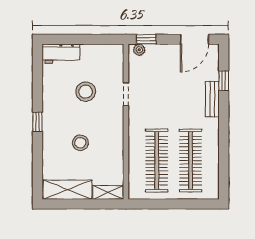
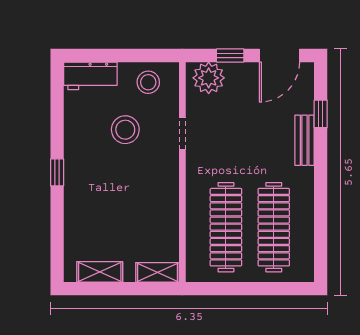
window: (146, 39) -> (230, 56), moved
plant: (139, 50) -> (209, 78), width x1.87, depth x1.87
stool: (80, 143) -> (148, 82), moved
shelving: (68, 190) -> (100, 272), width x0.67, depth x0.75

